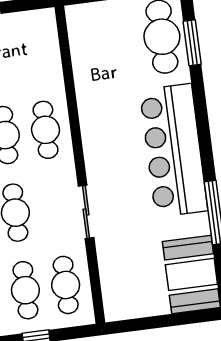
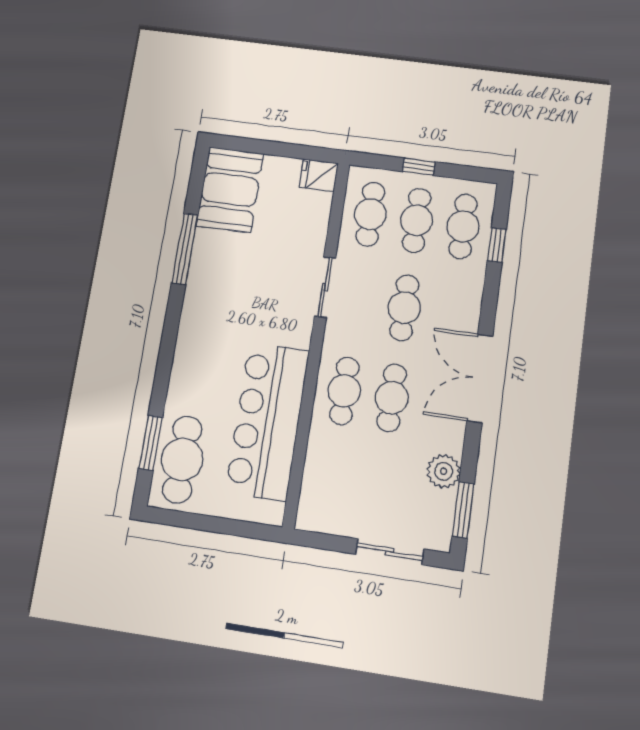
bar counter: (174, 150) -> (268, 421), moved, turned 180
fridge: (119, 308) -> (319, 175), added

